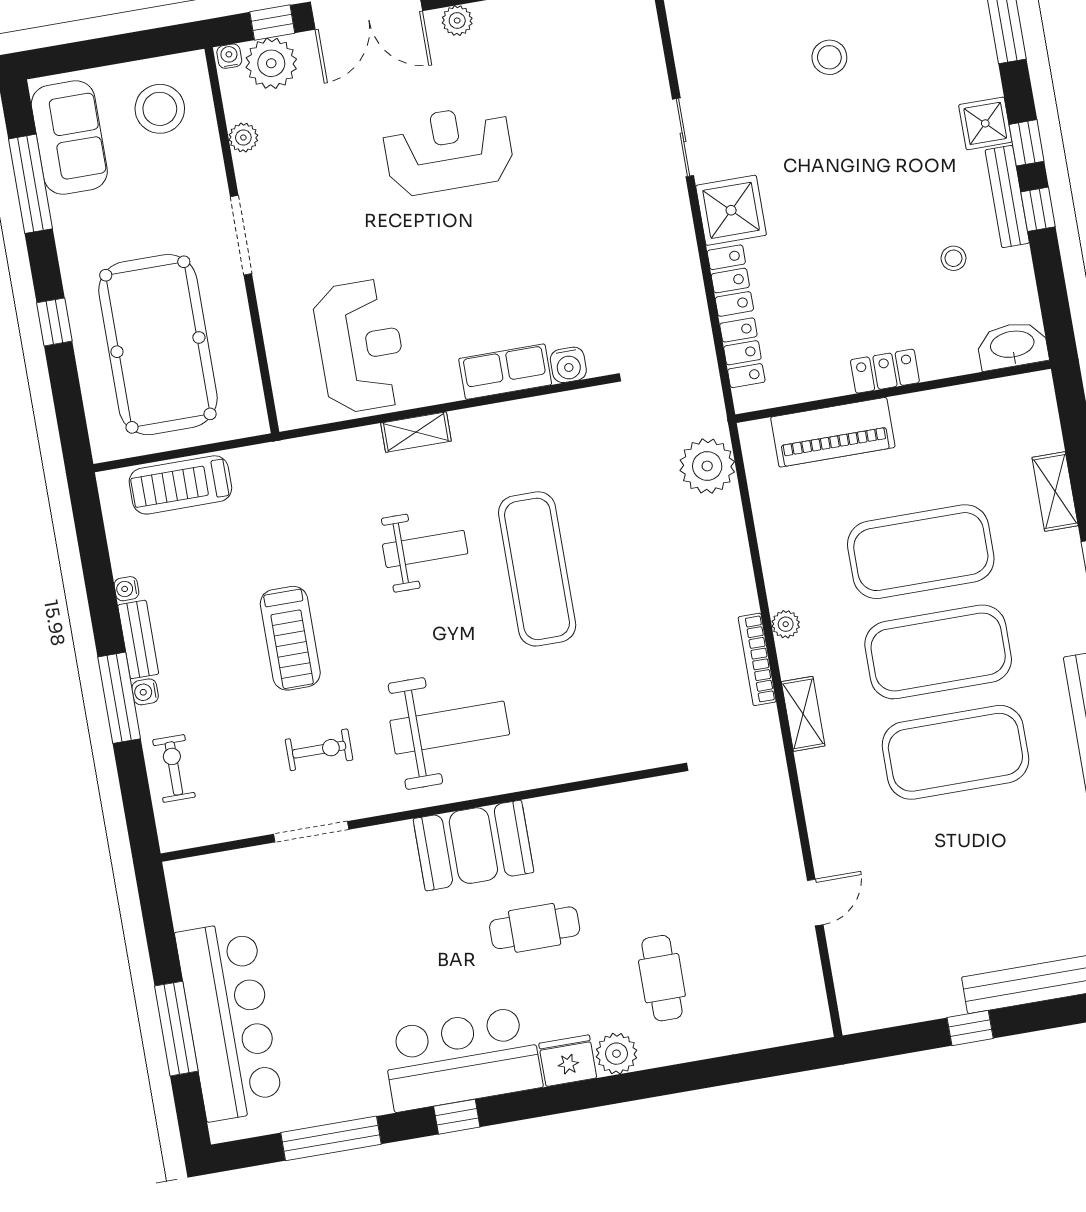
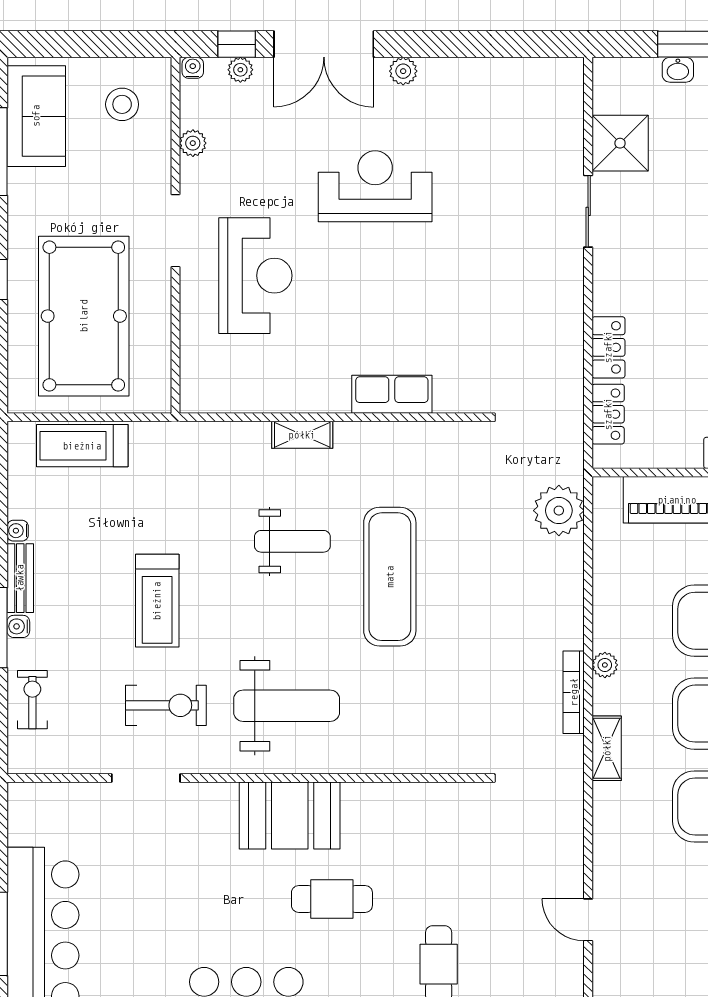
plant: (271, 63) -> (240, 70), width x0.53, depth x0.53
stool: (160, 109) -> (122, 104), width x0.73, depth x0.73
shower: (731, 210) -> (620, 143), moved
reception desk: (361, 346) -> (255, 276), moved
water cooler: (568, 365) -> (450, 398), removed
exercise bike: (319, 750) -> (166, 705), width x1.38, depth x1.39
door: (815, 903) -> (588, 920), swing flipped

